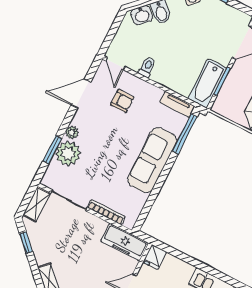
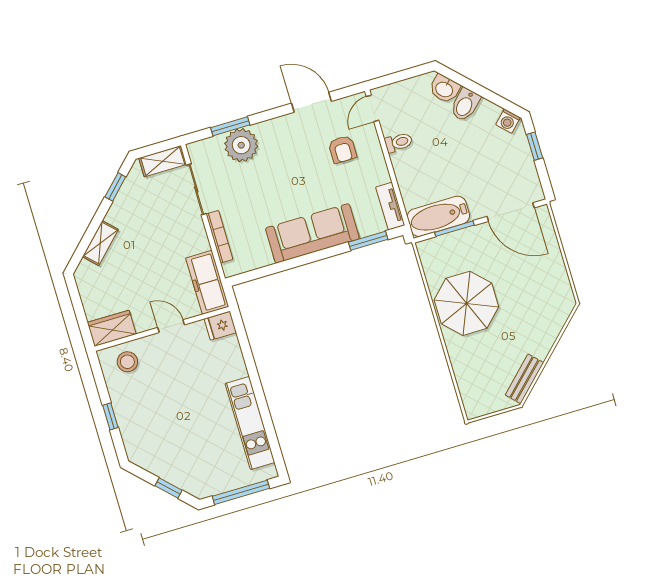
plant: (72, 133) -> (265, 130), removed
window: (185, 134) -> (368, 241), width x0.69

